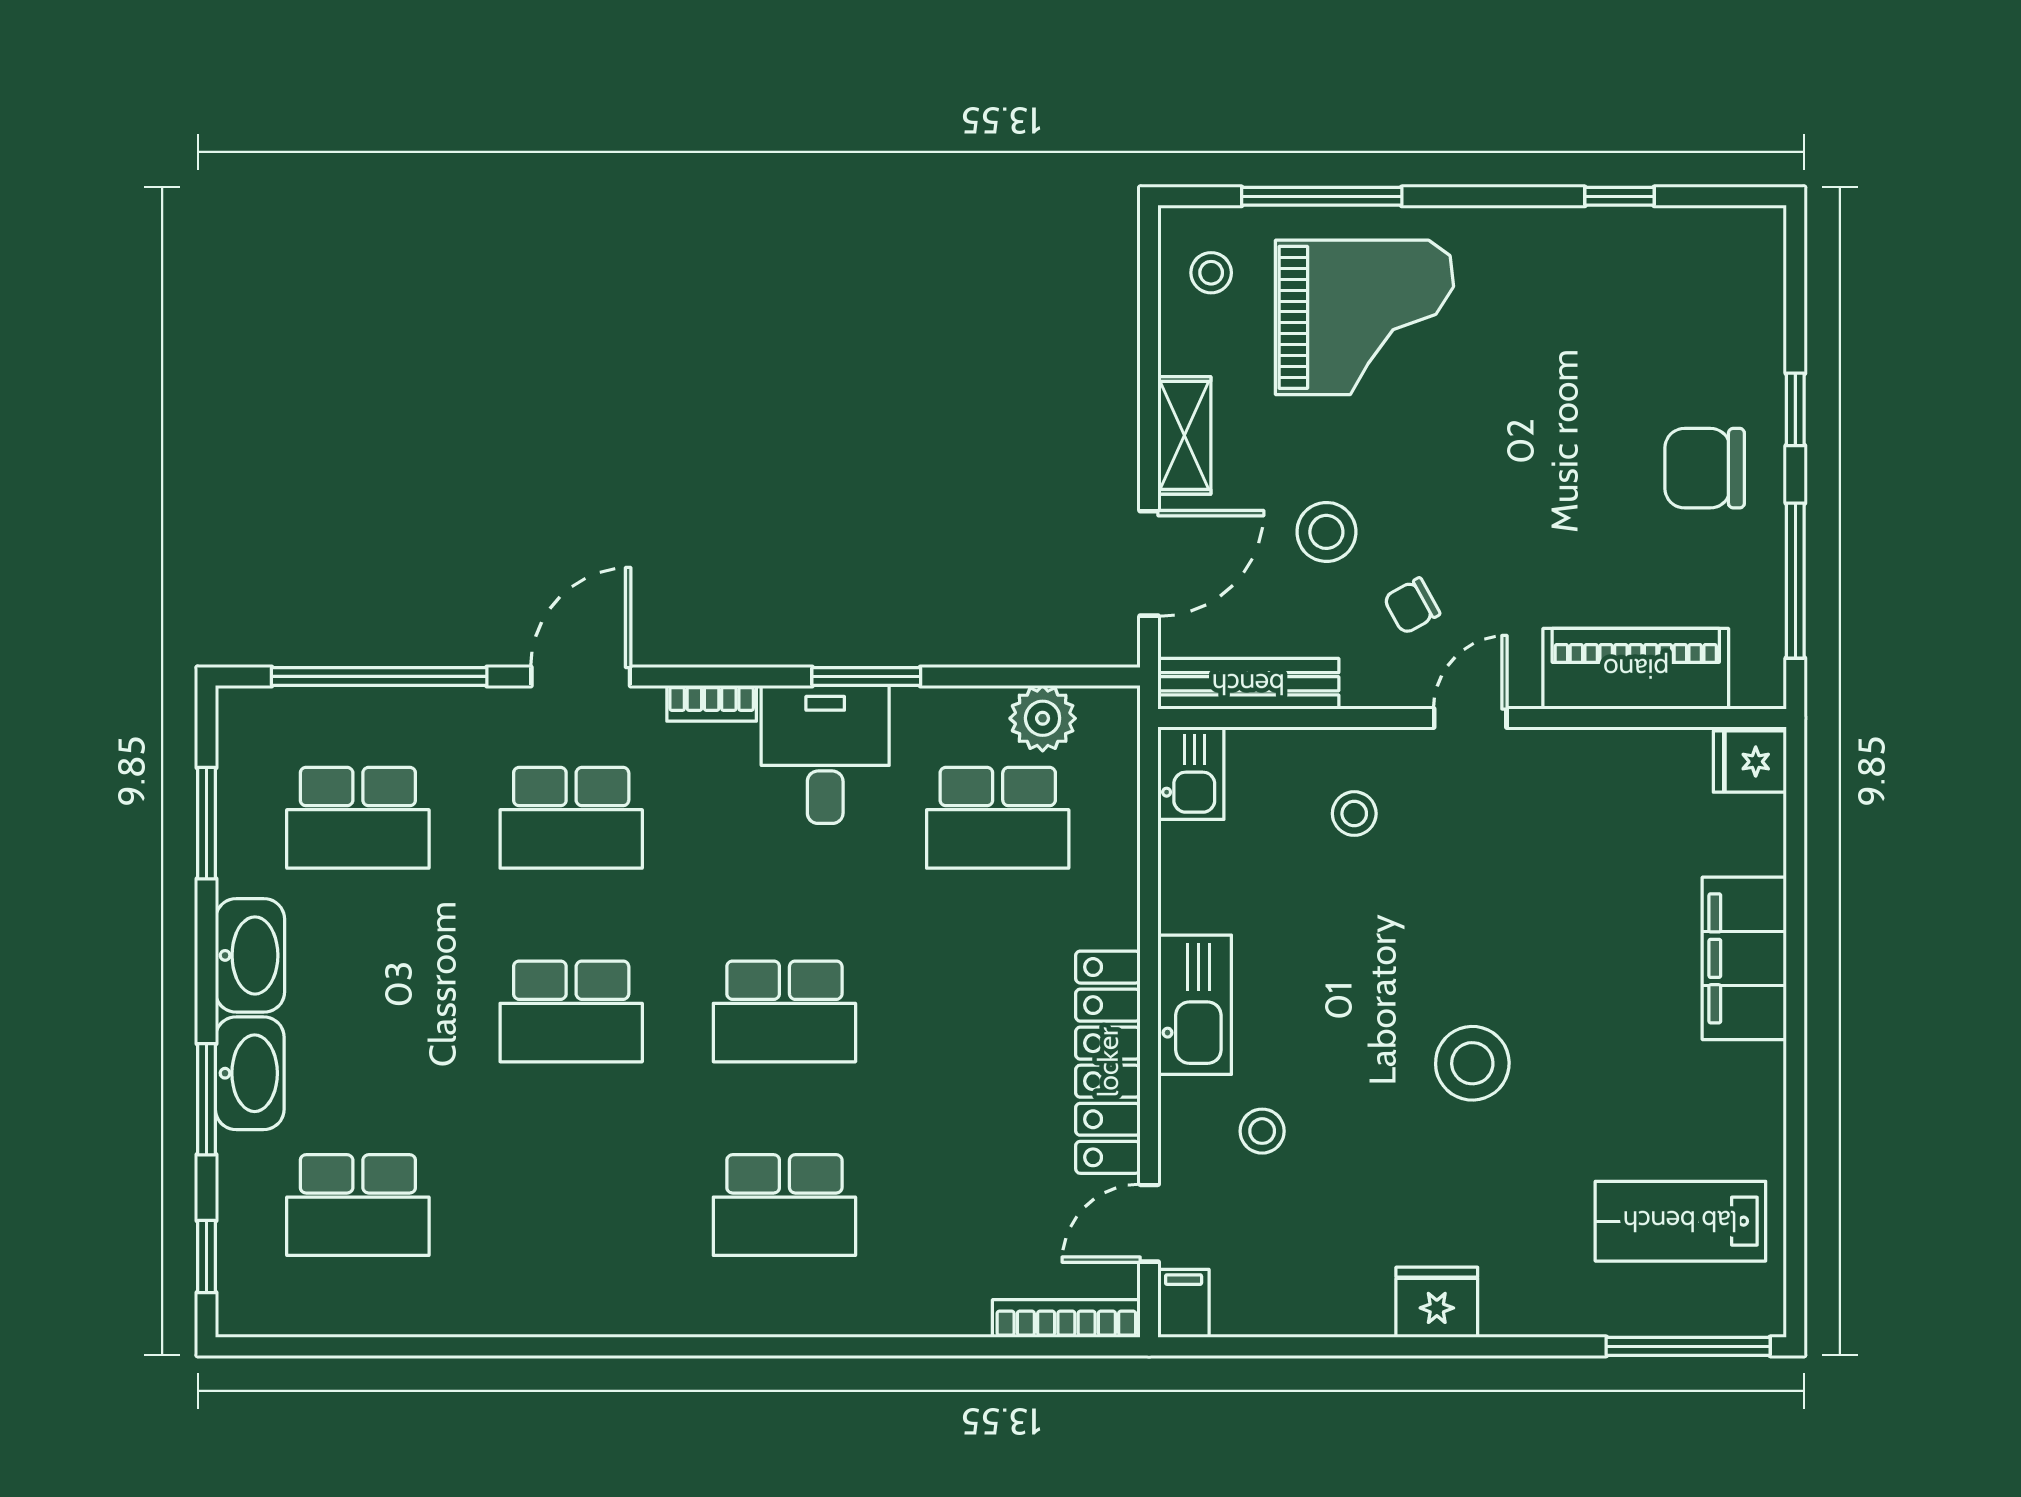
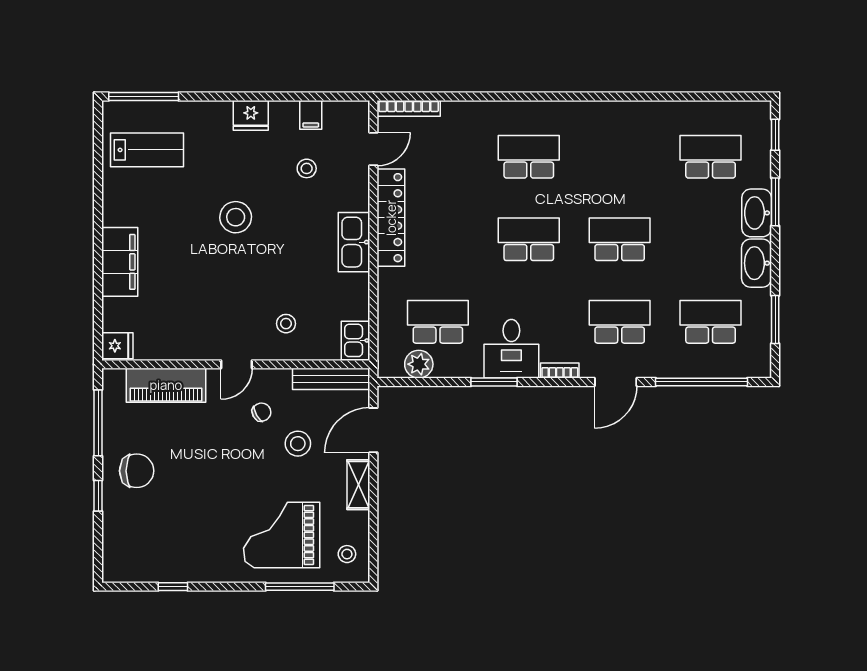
stool: (1262, 1131) -> (307, 168), moved
filing cabinet: (1184, 1303) -> (311, 115), moved

